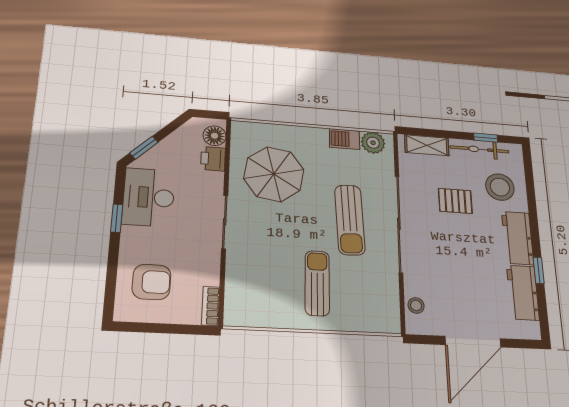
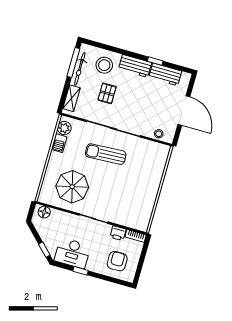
window: (486, 138) -> (73, 63), width x2.17
printer: (213, 159) -> (118, 233), moved
sun lounger: (350, 220) -> (106, 154), turned 180
sun lounger: (317, 283) -> (136, 181), removed

